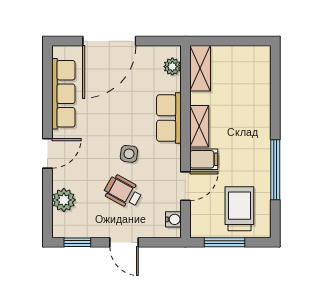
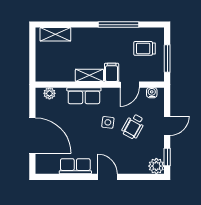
shelving: (200, 68) -> (55, 34), moved
row of seats: (63, 94) -> (75, 166), width x0.68
door: (185, 186) -> (130, 85), swing flipped
plant: (64, 200) -> (156, 166), moved
trolley: (239, 209) -> (145, 48), width x0.73, depth x0.72

